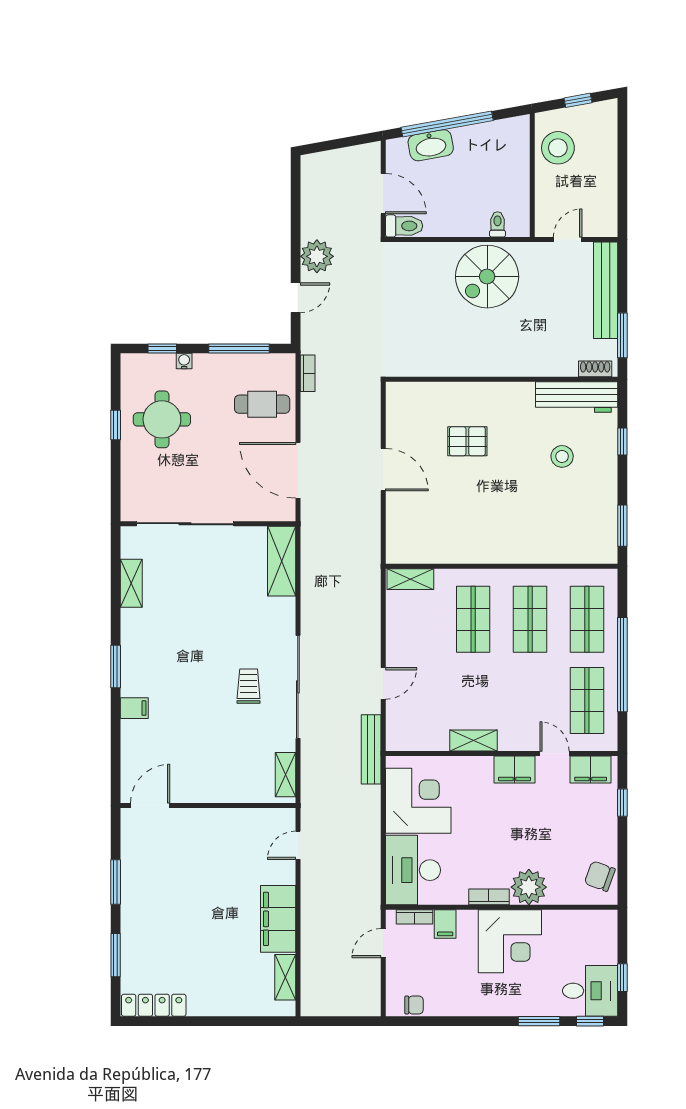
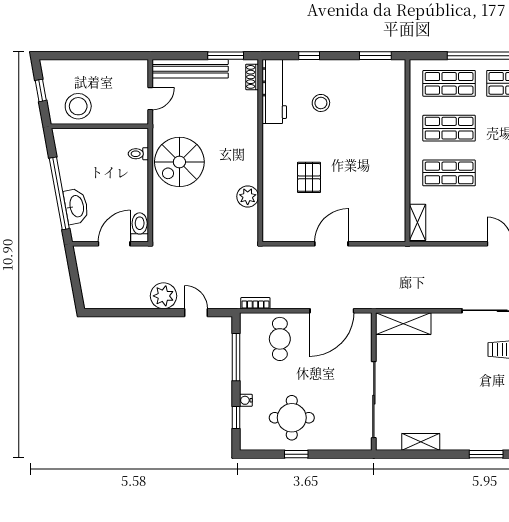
door: (568, 240) -> (150, 99), swing flipped
spiral stairs: (487, 277) -> (179, 162), turned 90
plant: (443, 363) -> (248, 196), added

